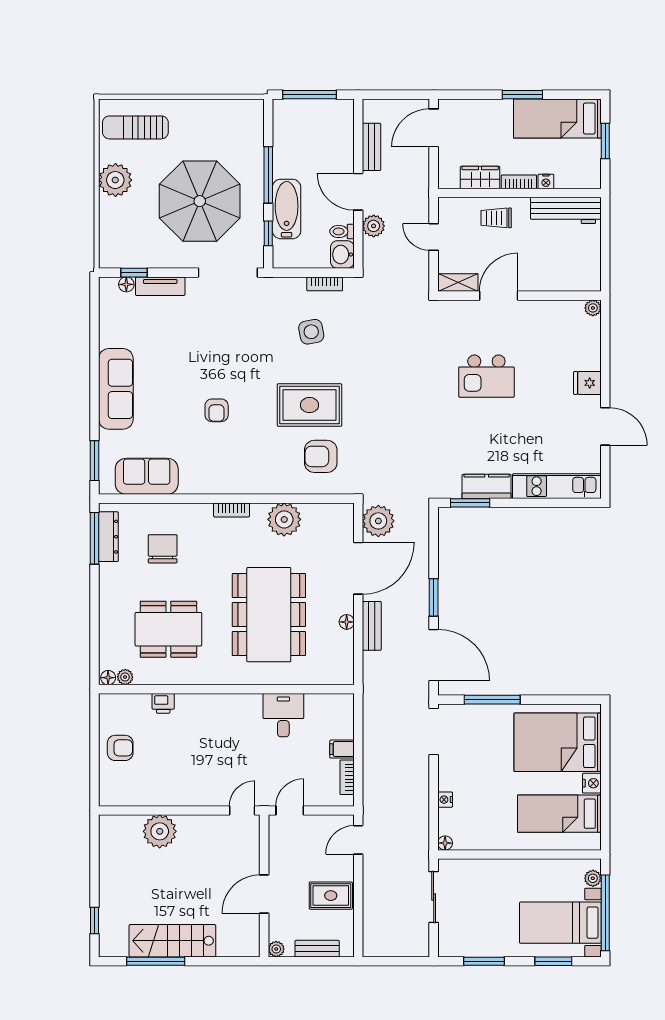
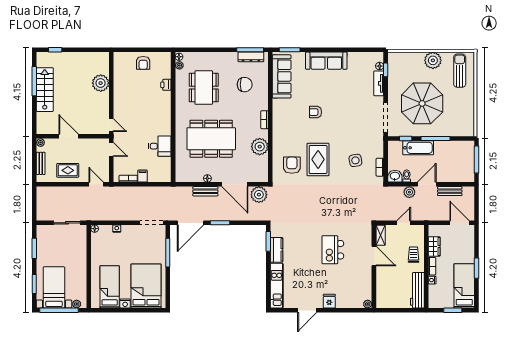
sofa: (147, 476) -> (282, 76), width x1.36
rug: (331, 896) -> (68, 170), turned 90

